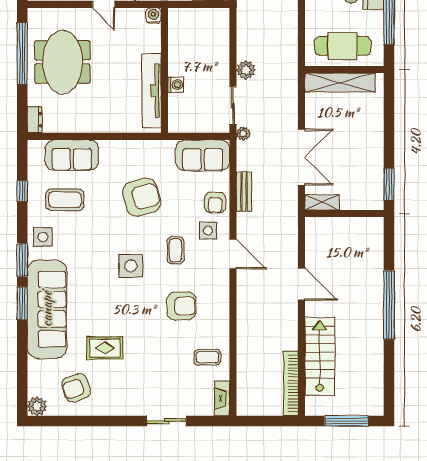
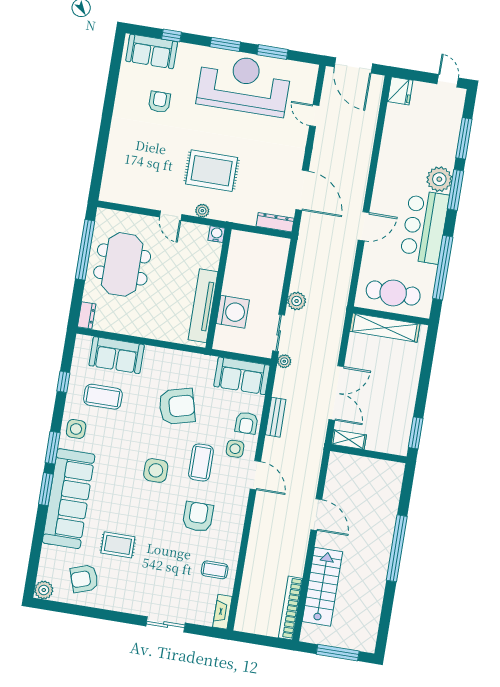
washing machine: (176, 85) -> (233, 312), width x1.89, depth x1.89
coffee table: (176, 250) -> (201, 462), width x1.36, depth x1.30
armchair: (182, 306) -> (198, 517), turned -90

